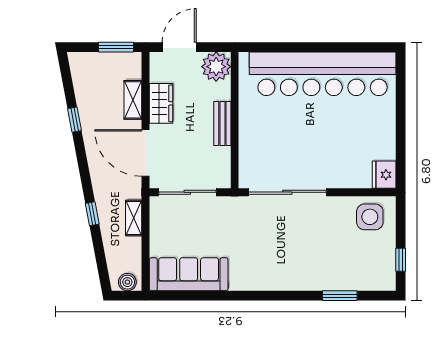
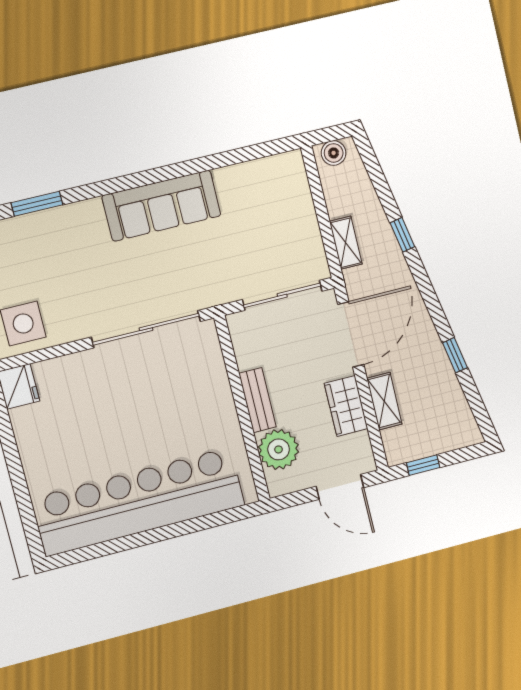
window: (116, 47) -> (423, 465), width x0.67
door: (179, 47) -> (340, 487), hinge flipped
plant: (216, 67) -> (279, 449), moved
door: (146, 153) -> (351, 334), hinge flipped
sofa: (189, 274) -> (162, 206), moved

